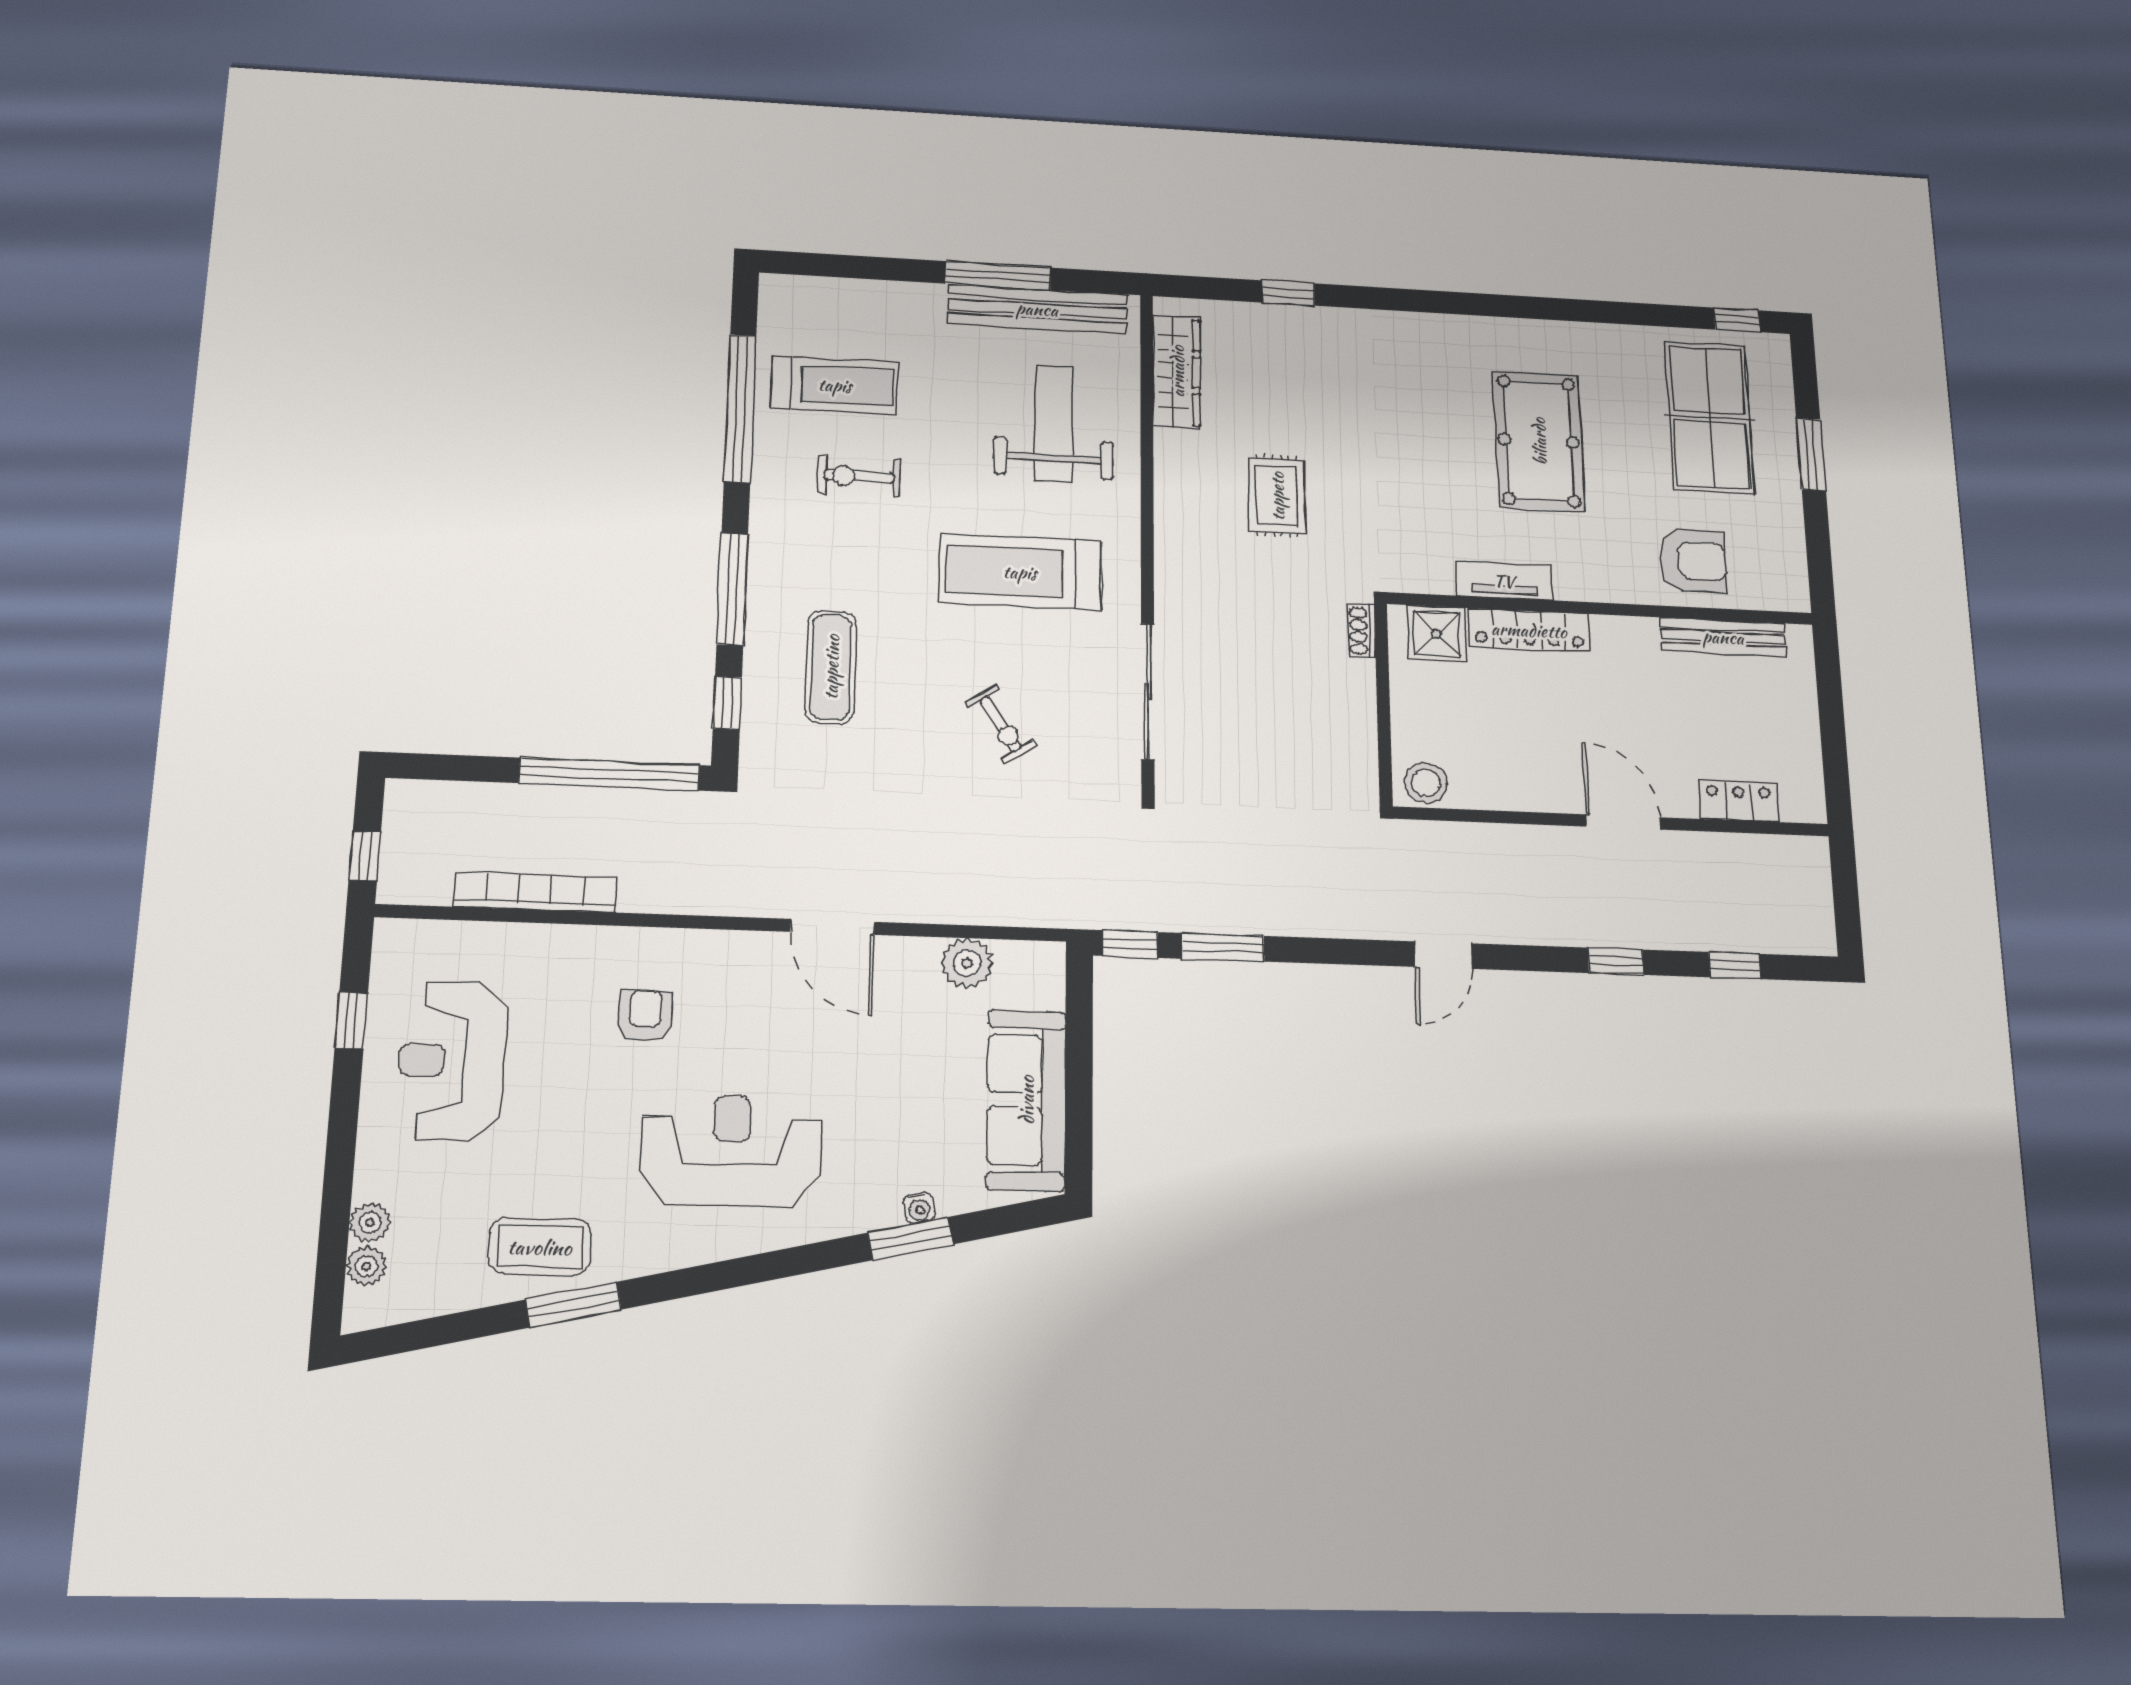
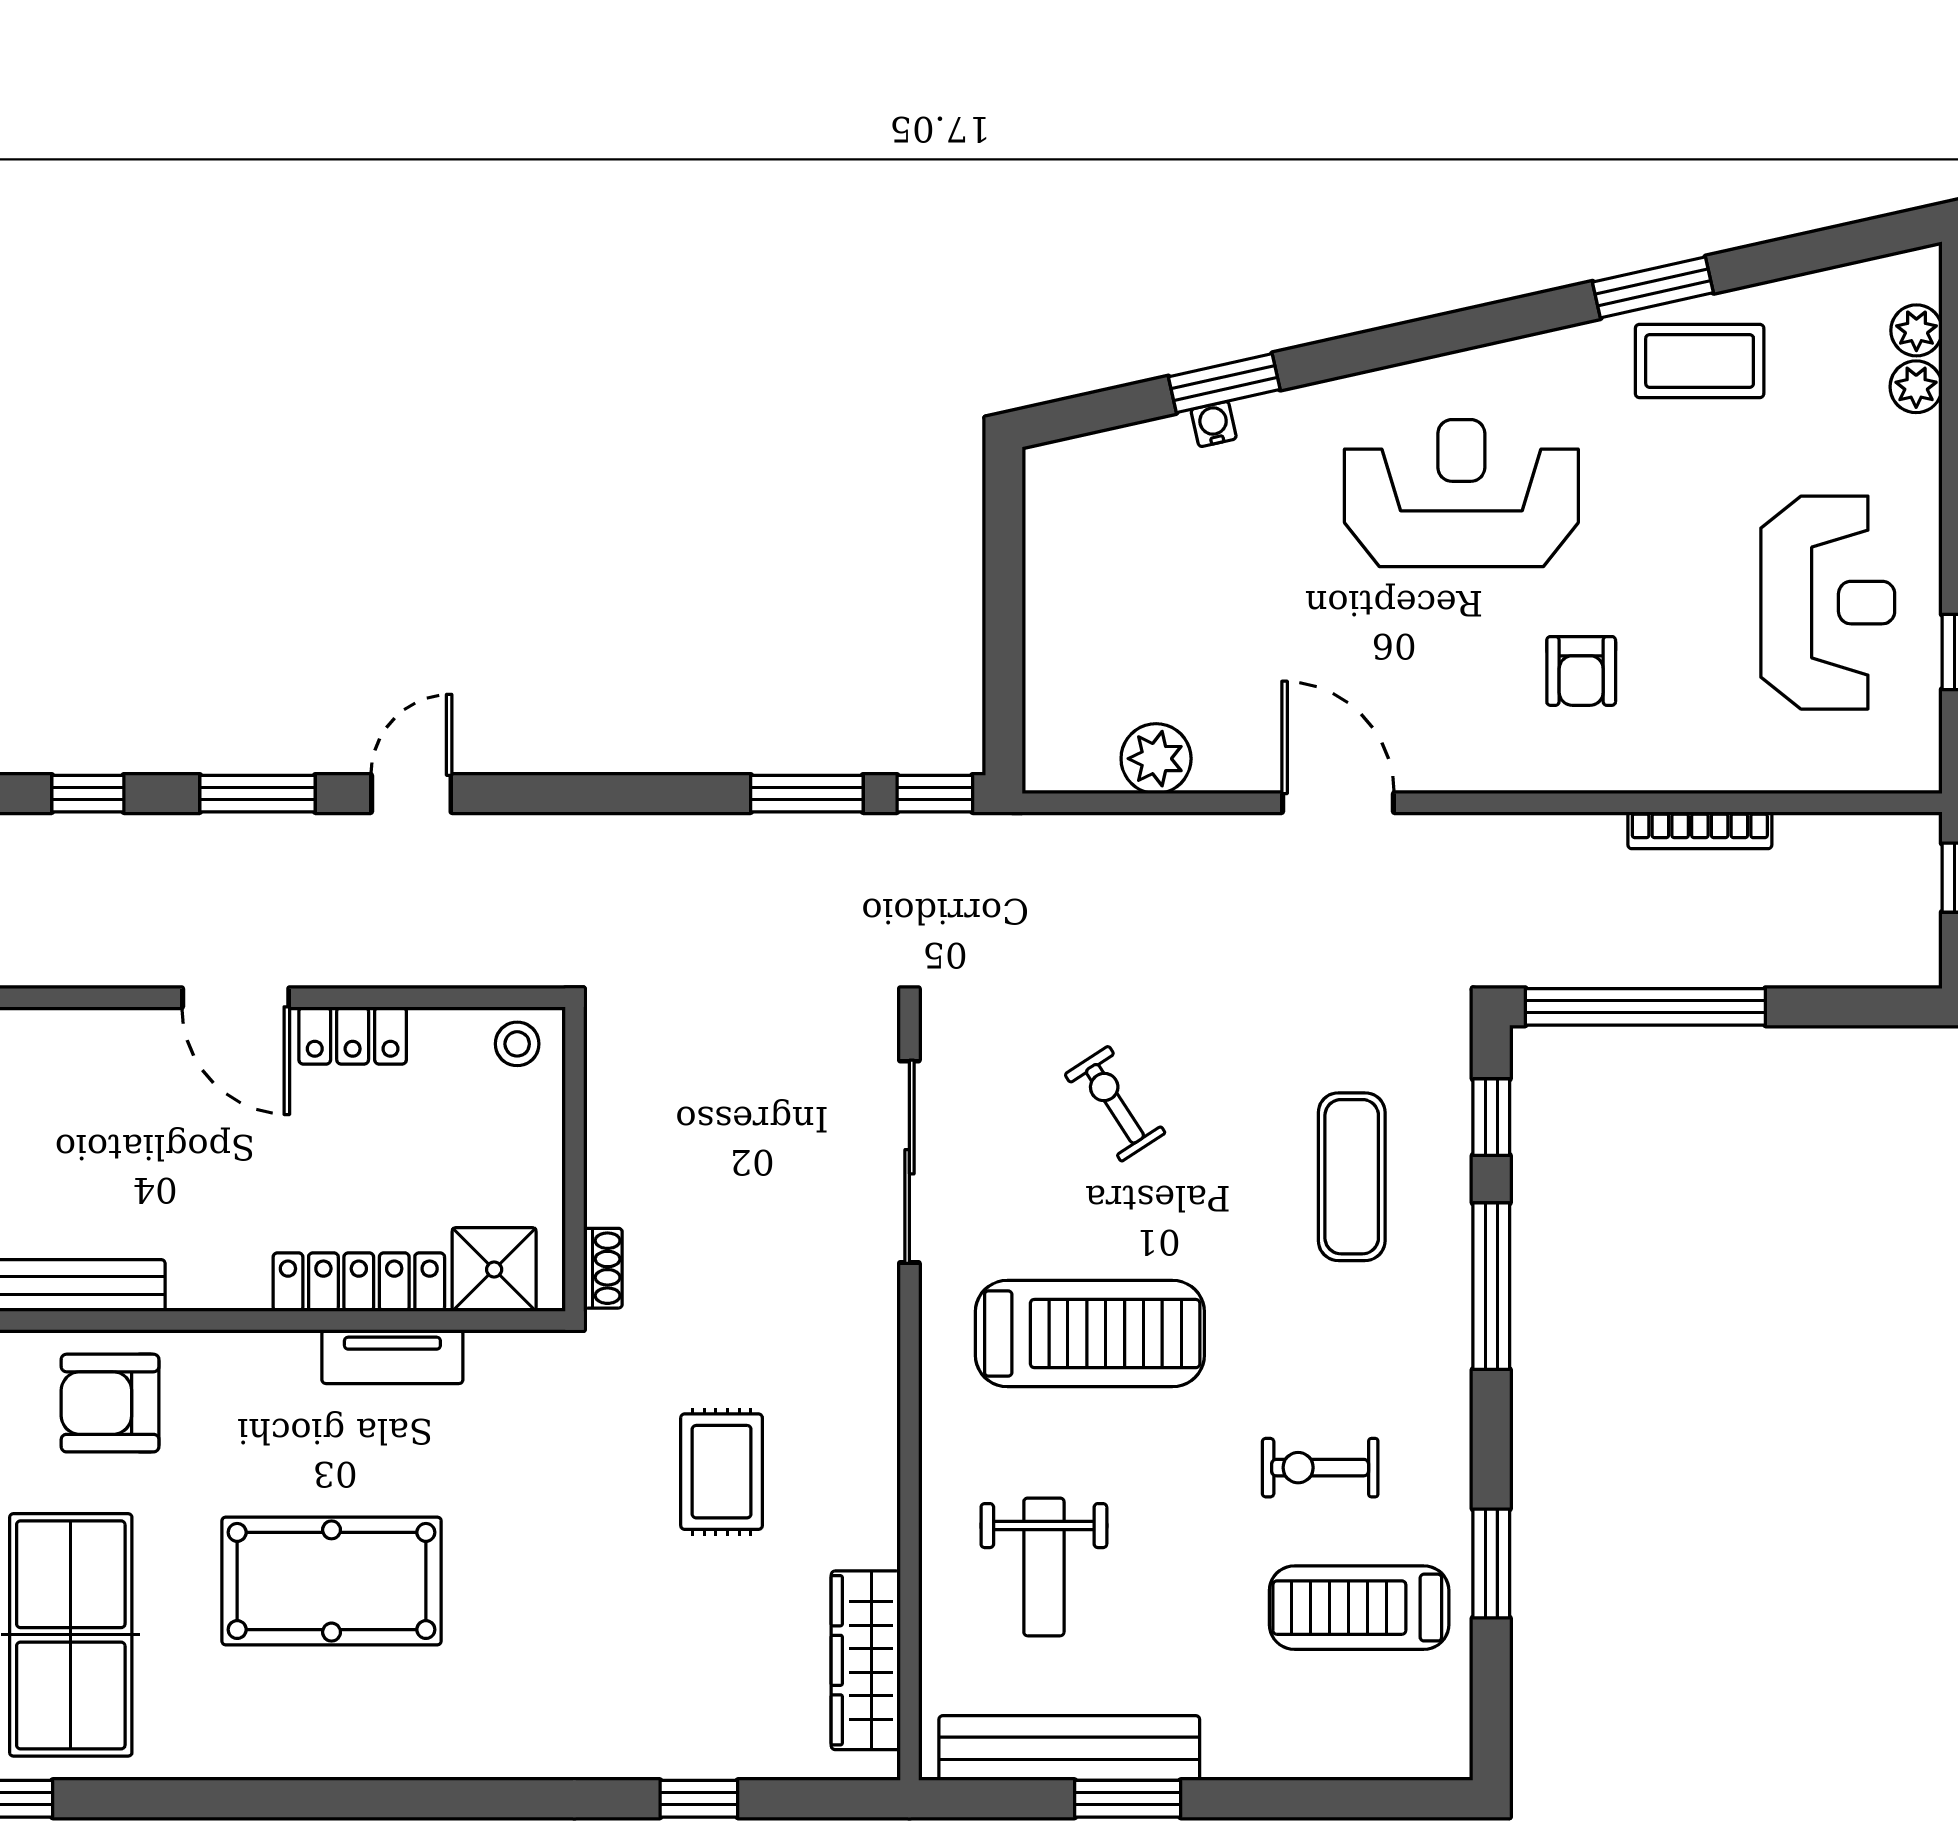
window: (998, 276) -> (1128, 1799), width x0.69
window: (740, 408) -> (1491, 1563), width x0.47
weight bench: (1054, 423) -> (1044, 1567), width x0.73, depth x0.75
pool table: (1539, 441) -> (332, 1581), turned 90
exercise bike: (859, 476) -> (1320, 1468), turned 180
stool: (1426, 783) -> (517, 1044), width x0.73, depth x0.73
locker: (1739, 801) -> (353, 1036), moved
bookcase: (535, 892) -> (1700, 830), width x0.68, depth x0.76
door: (1443, 955) -> (411, 794), moved
window: (1616, 961) -> (257, 794), width x1.50
sofa: (1026, 1100) -> (1074, 573), removed
reception desk: (731, 1151) -> (1461, 493), turned 180

